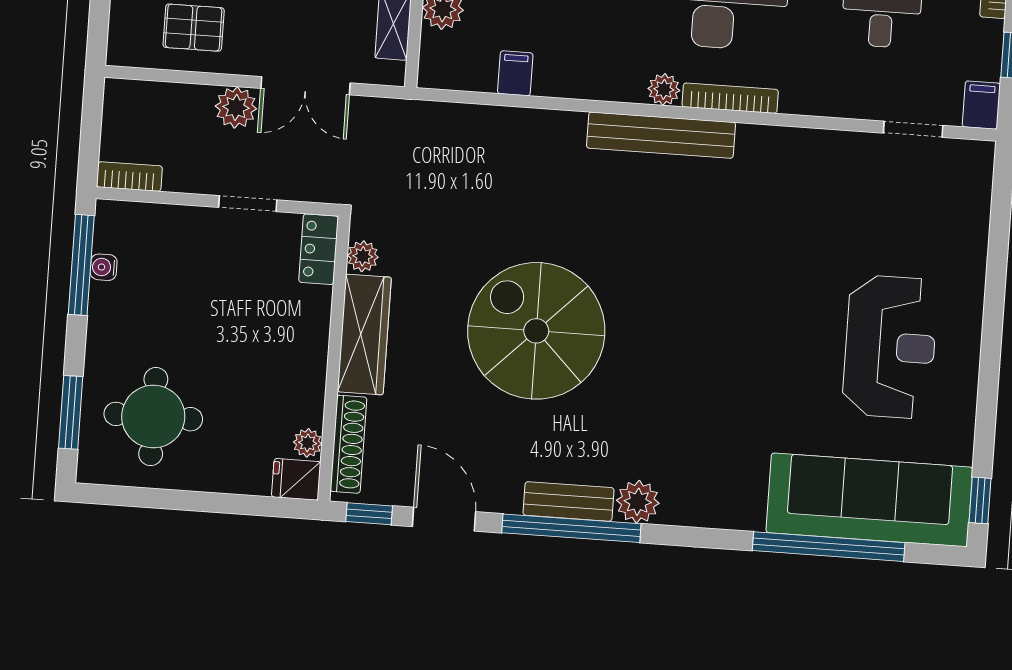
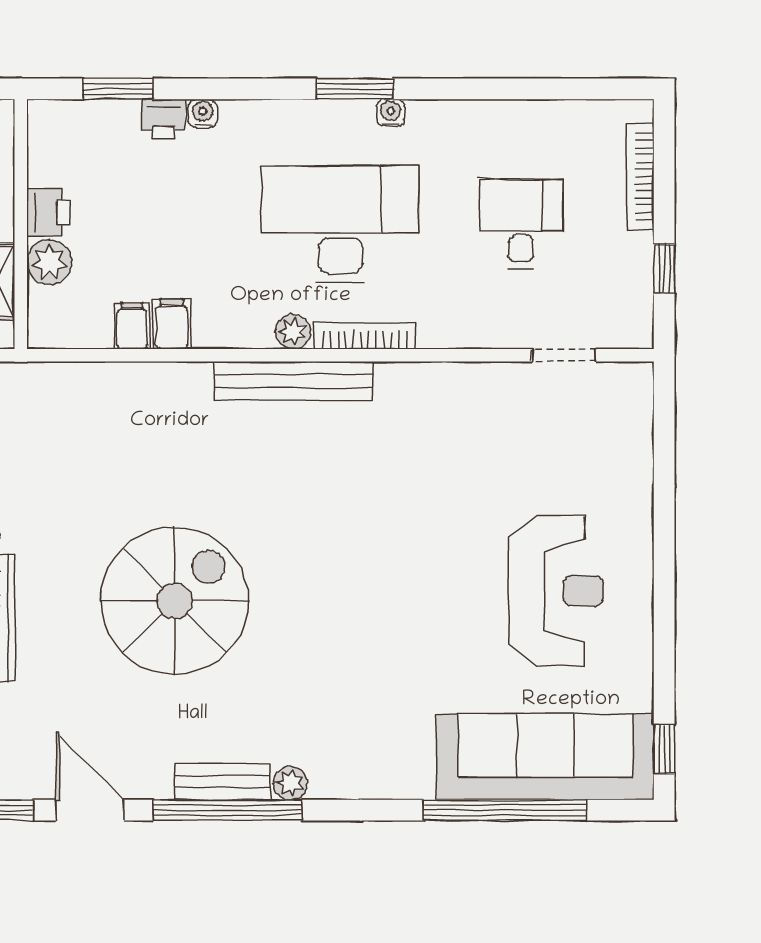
filing cabinet: (981, 105) -> (172, 324), moved
spiral stairs: (536, 331) -> (174, 601), turned 90
plant: (638, 502) -> (290, 783), width x0.73, depth x0.73

